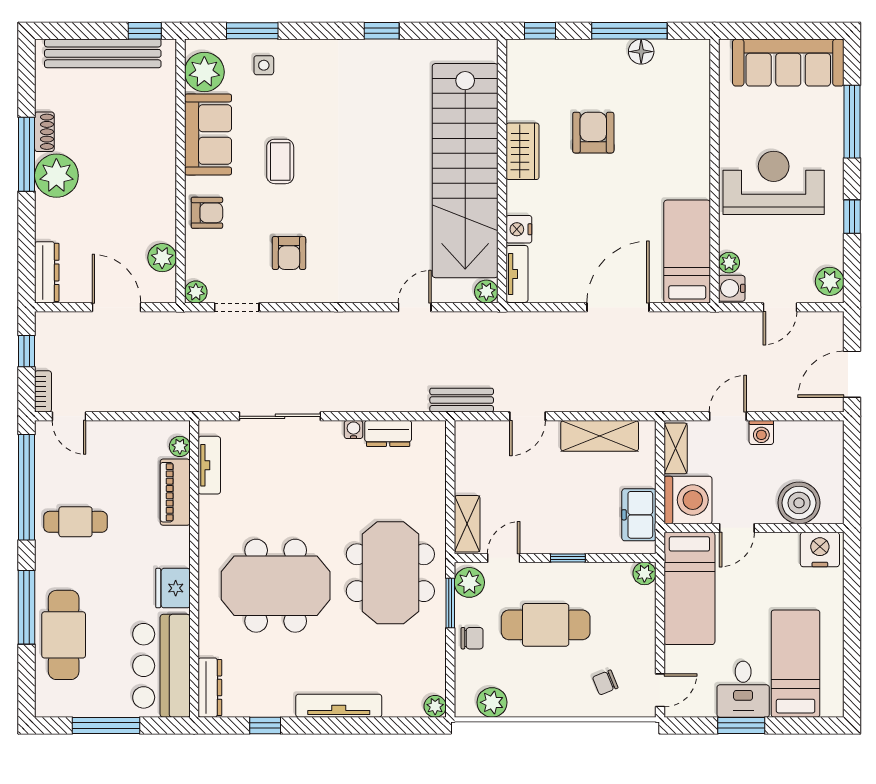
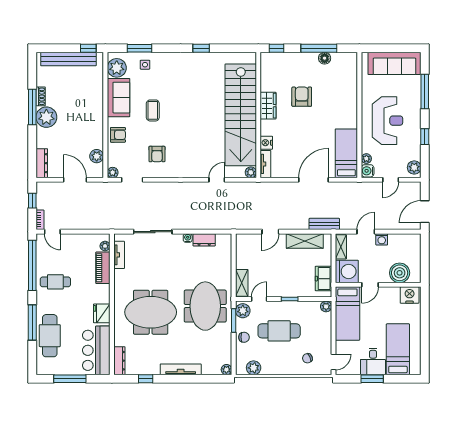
reception desk: (774, 183) -> (388, 121), turned 90
bench: (462, 400) -> (324, 224), moved

